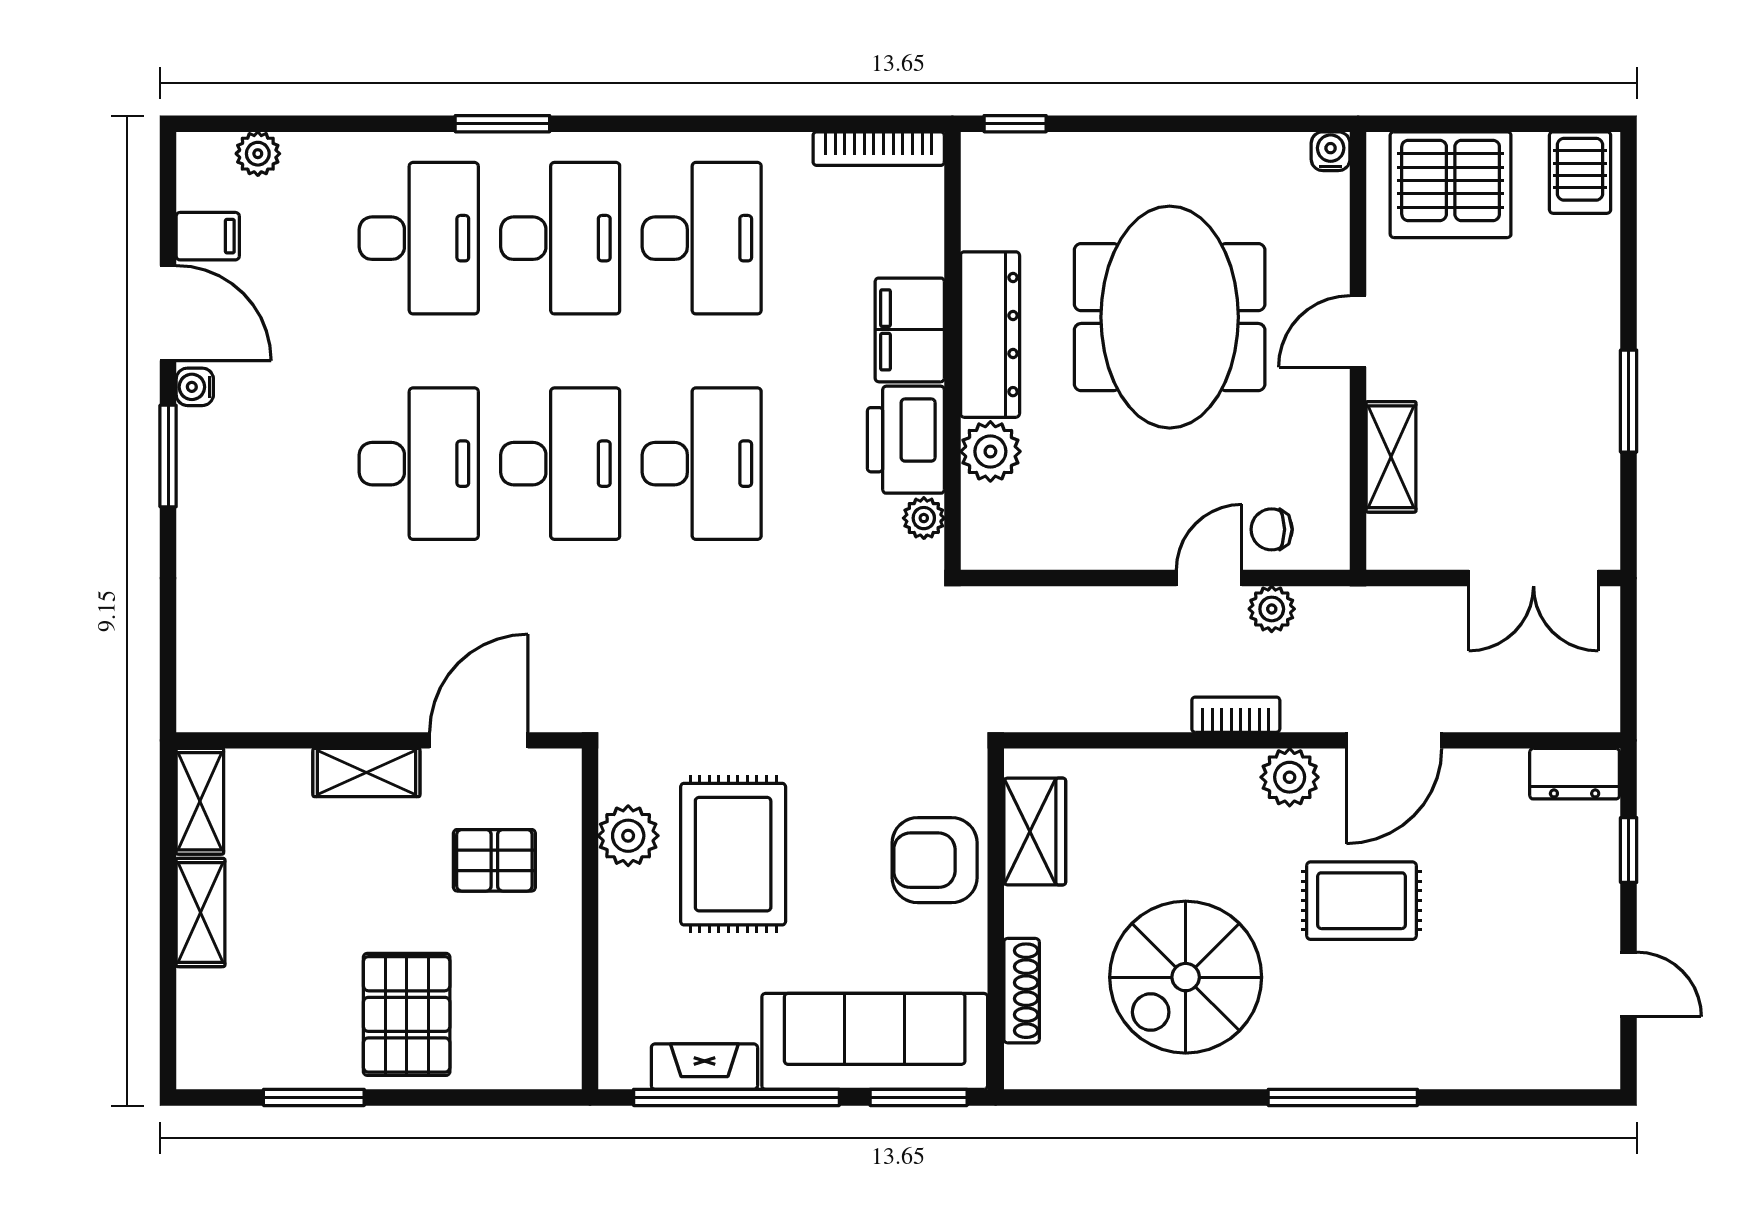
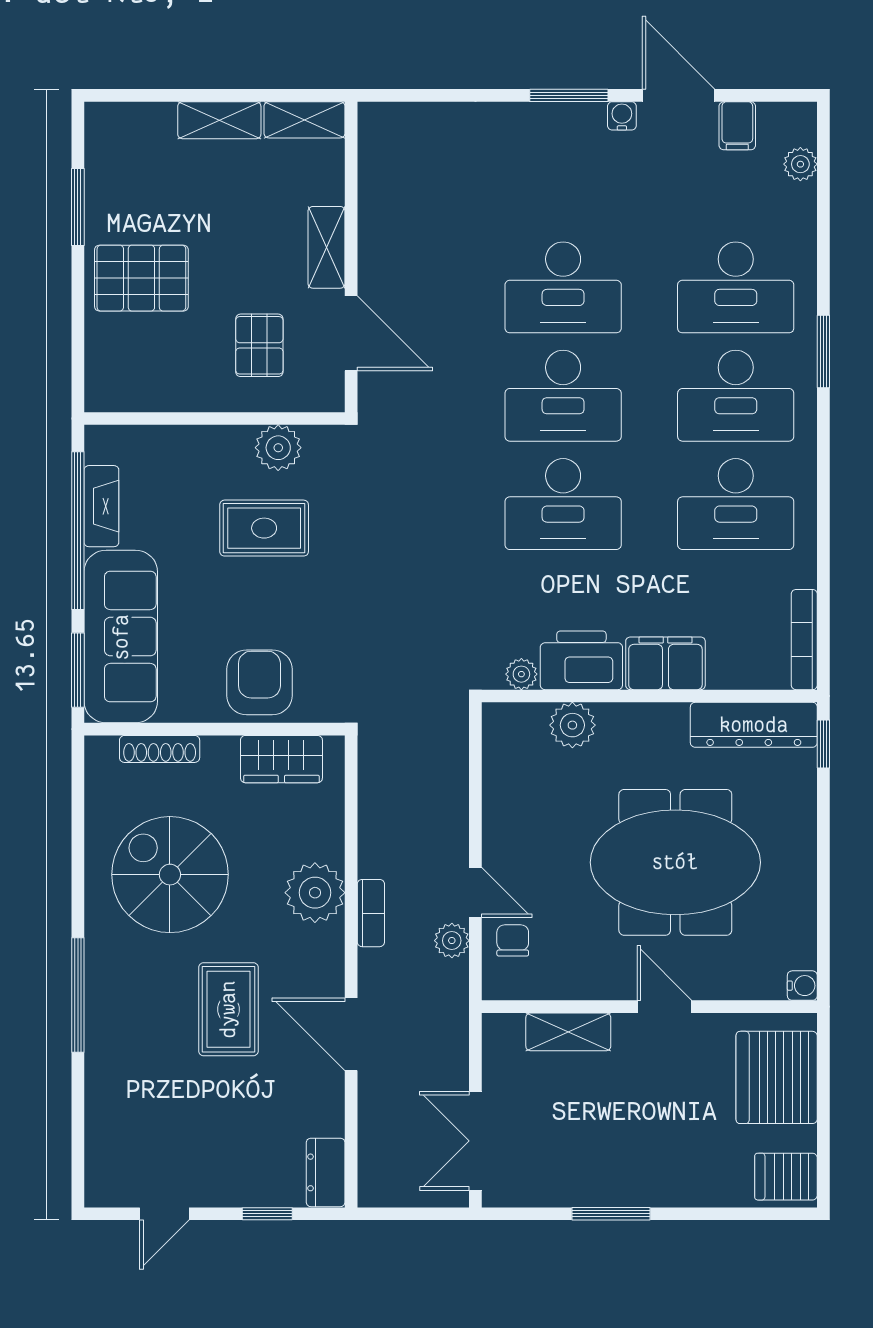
door: (168, 313) -> (678, 95), swing flipped
dresser: (990, 335) -> (754, 725), moved
plant: (1290, 777) -> (315, 893), moved, width x1.36, depth x1.36
rug: (733, 854) -> (264, 528), width x0.73, depth x0.70

